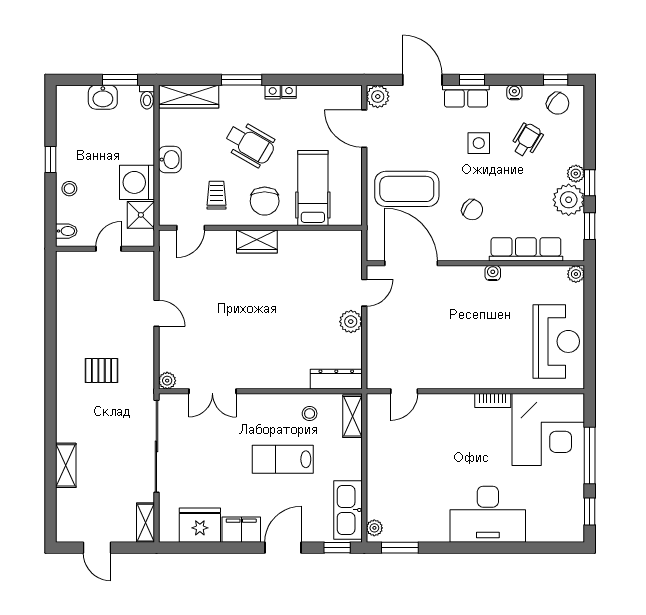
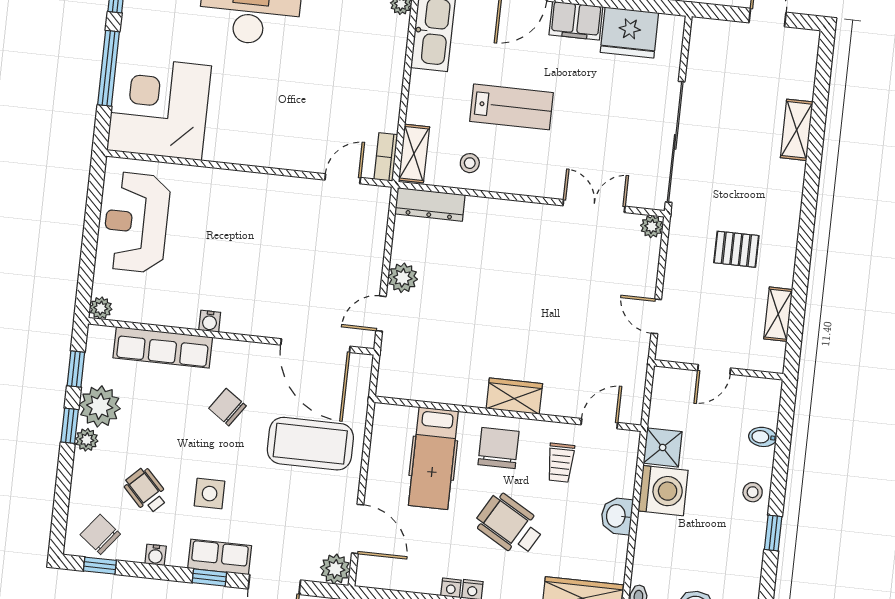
wheelchair: (527, 140) -> (146, 491), turned 105
wall: (105, 249) -> (719, 370), moved
door: (108, 249) -> (714, 369), moved
bookcase: (493, 401) -> (386, 157), moved, turned -90
shelving: (145, 523) -> (778, 314), moved

